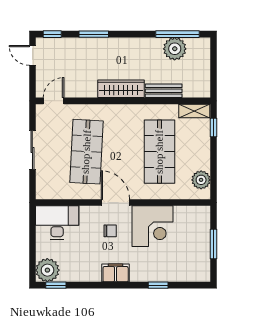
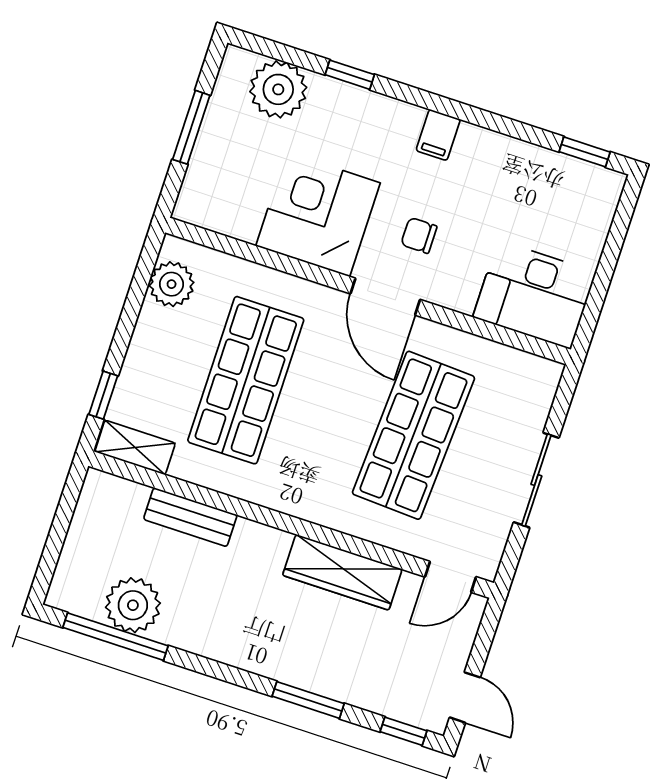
wardrobe: (121, 89) -> (342, 572), moved
plant: (47, 270) -> (278, 89), moved
filing cabinet: (116, 273) -> (438, 135), width x0.50

